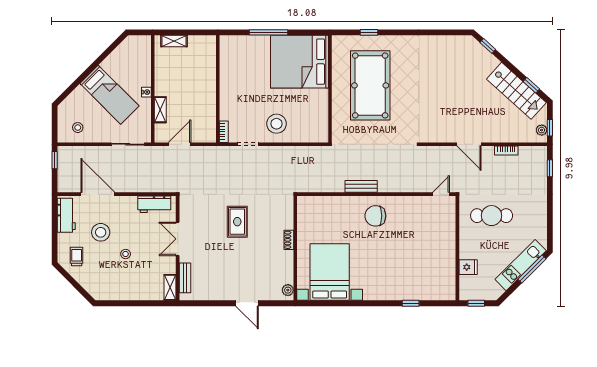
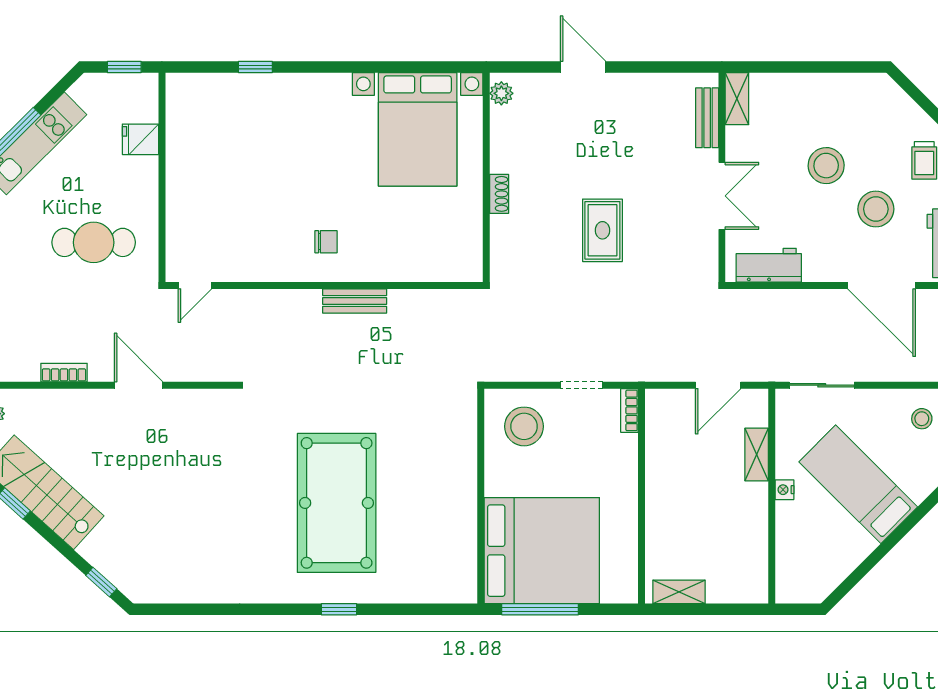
shelving: (174, 41) -> (679, 592), moved
bed: (299, 62) -> (542, 551), moved
wall: (330, 89) -> (481, 496), moved
chair: (375, 216) -> (326, 242), width x0.54, depth x0.54
stool: (126, 254) -> (826, 166), width x1.89, depth x1.89

